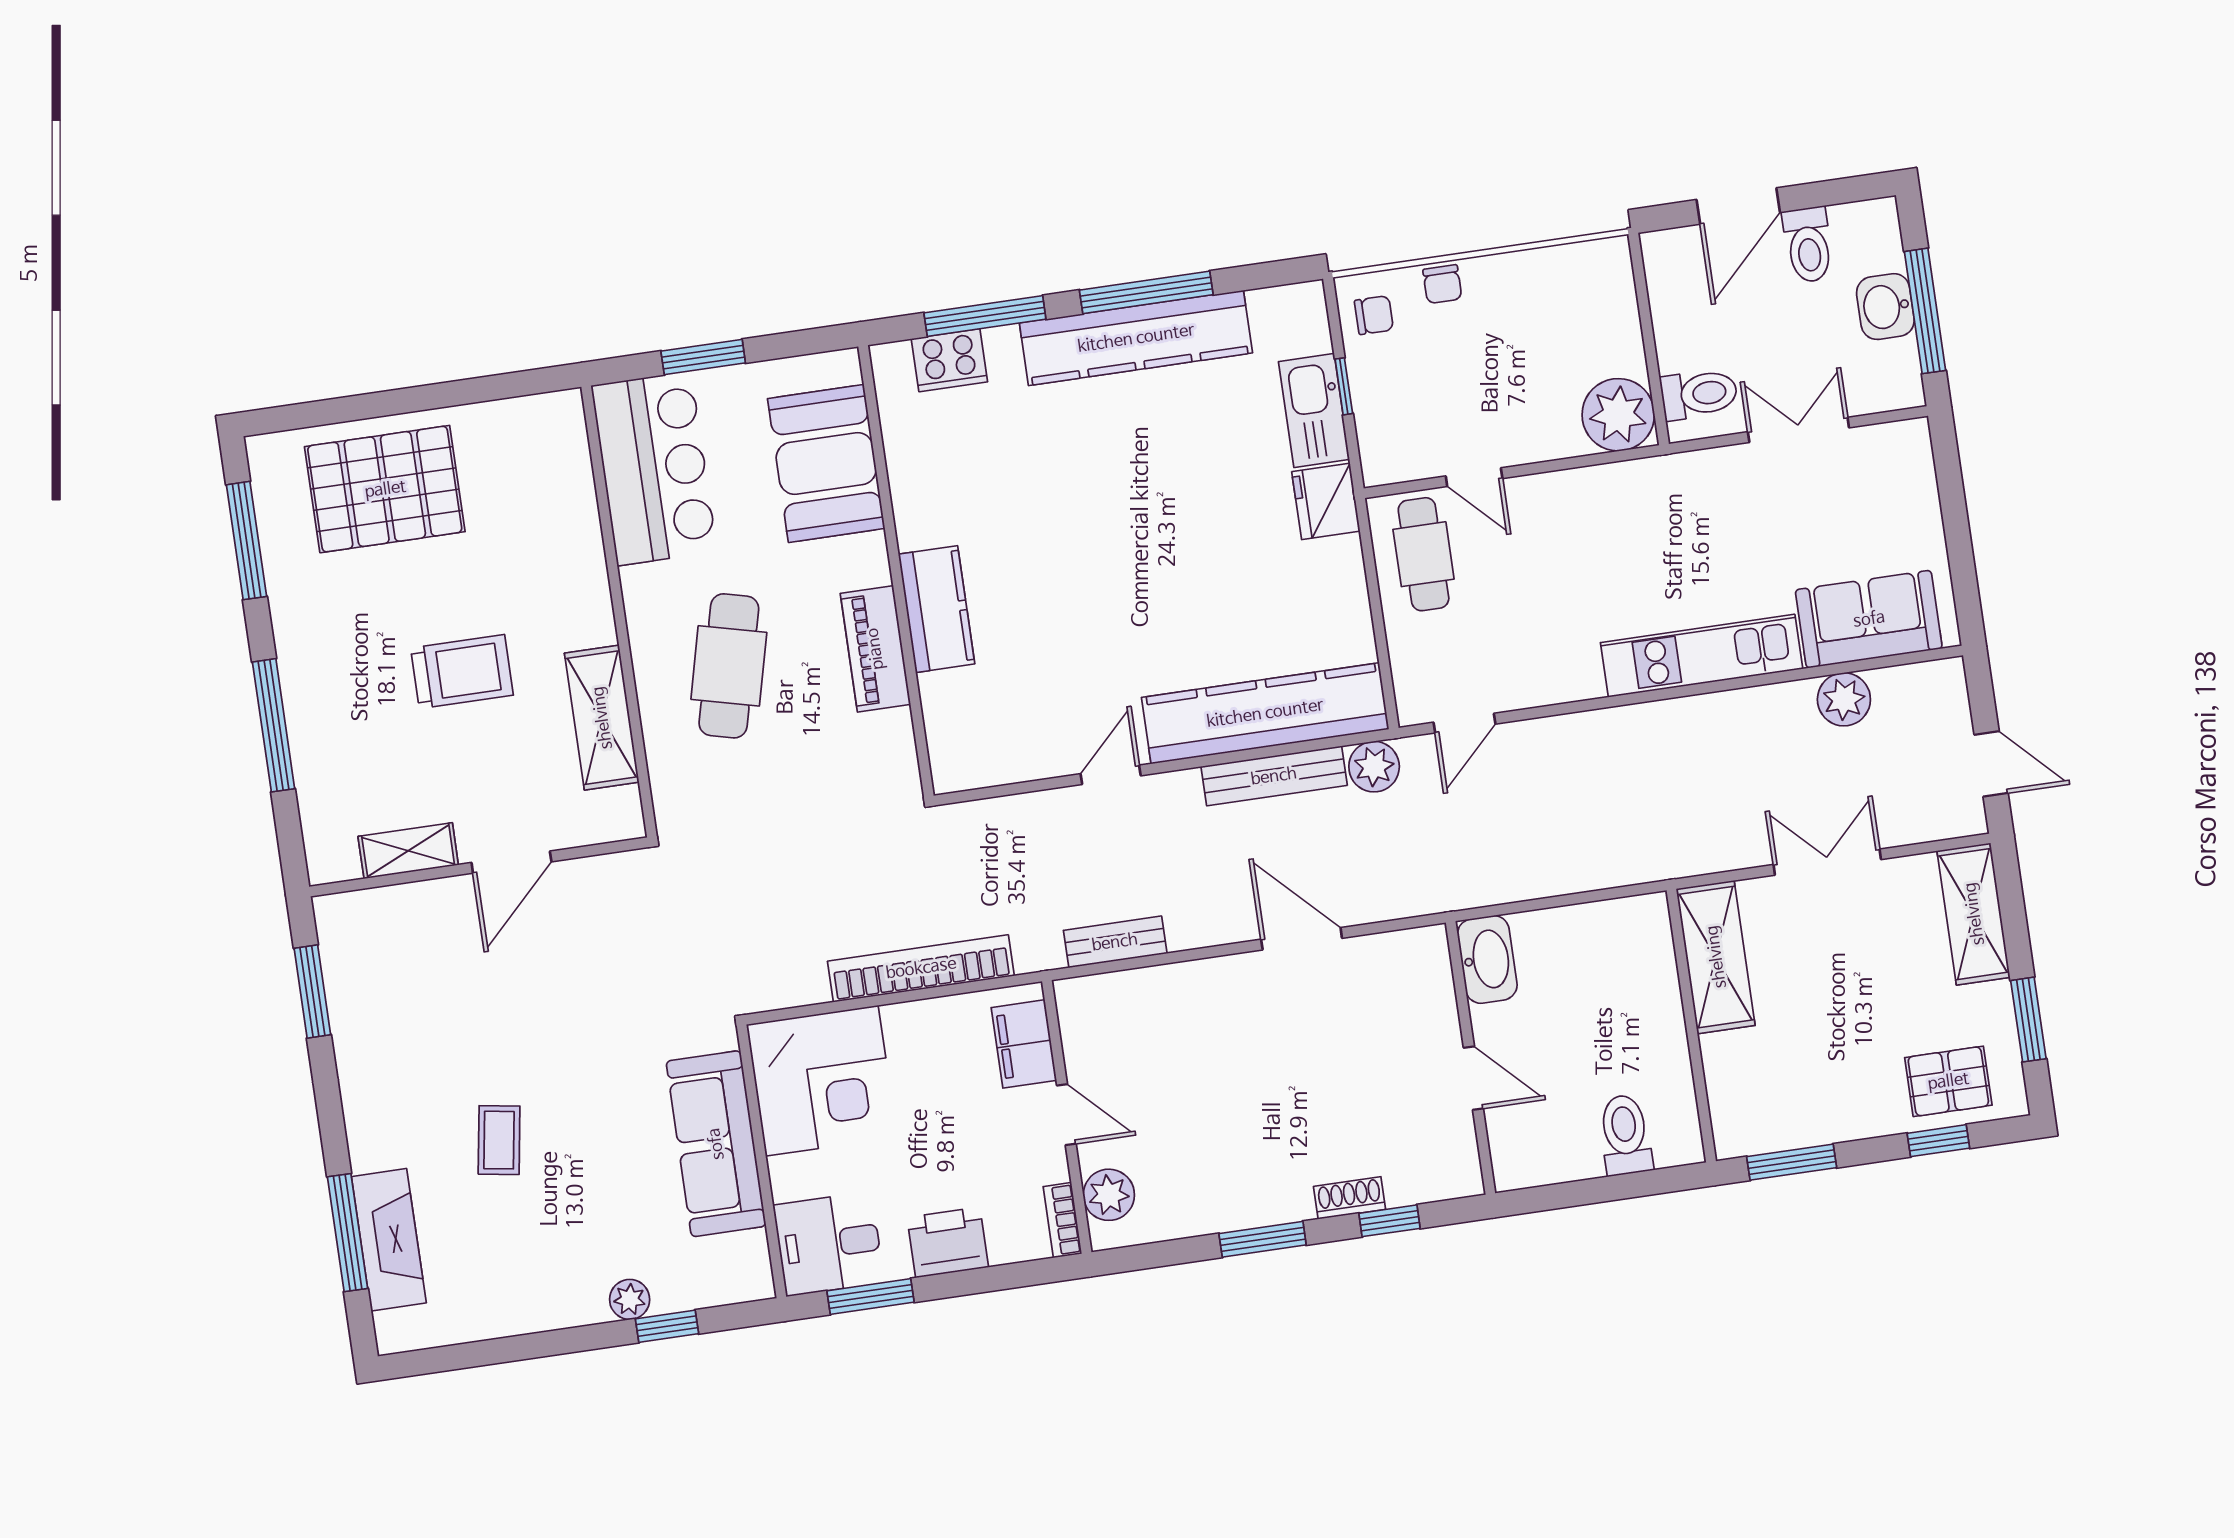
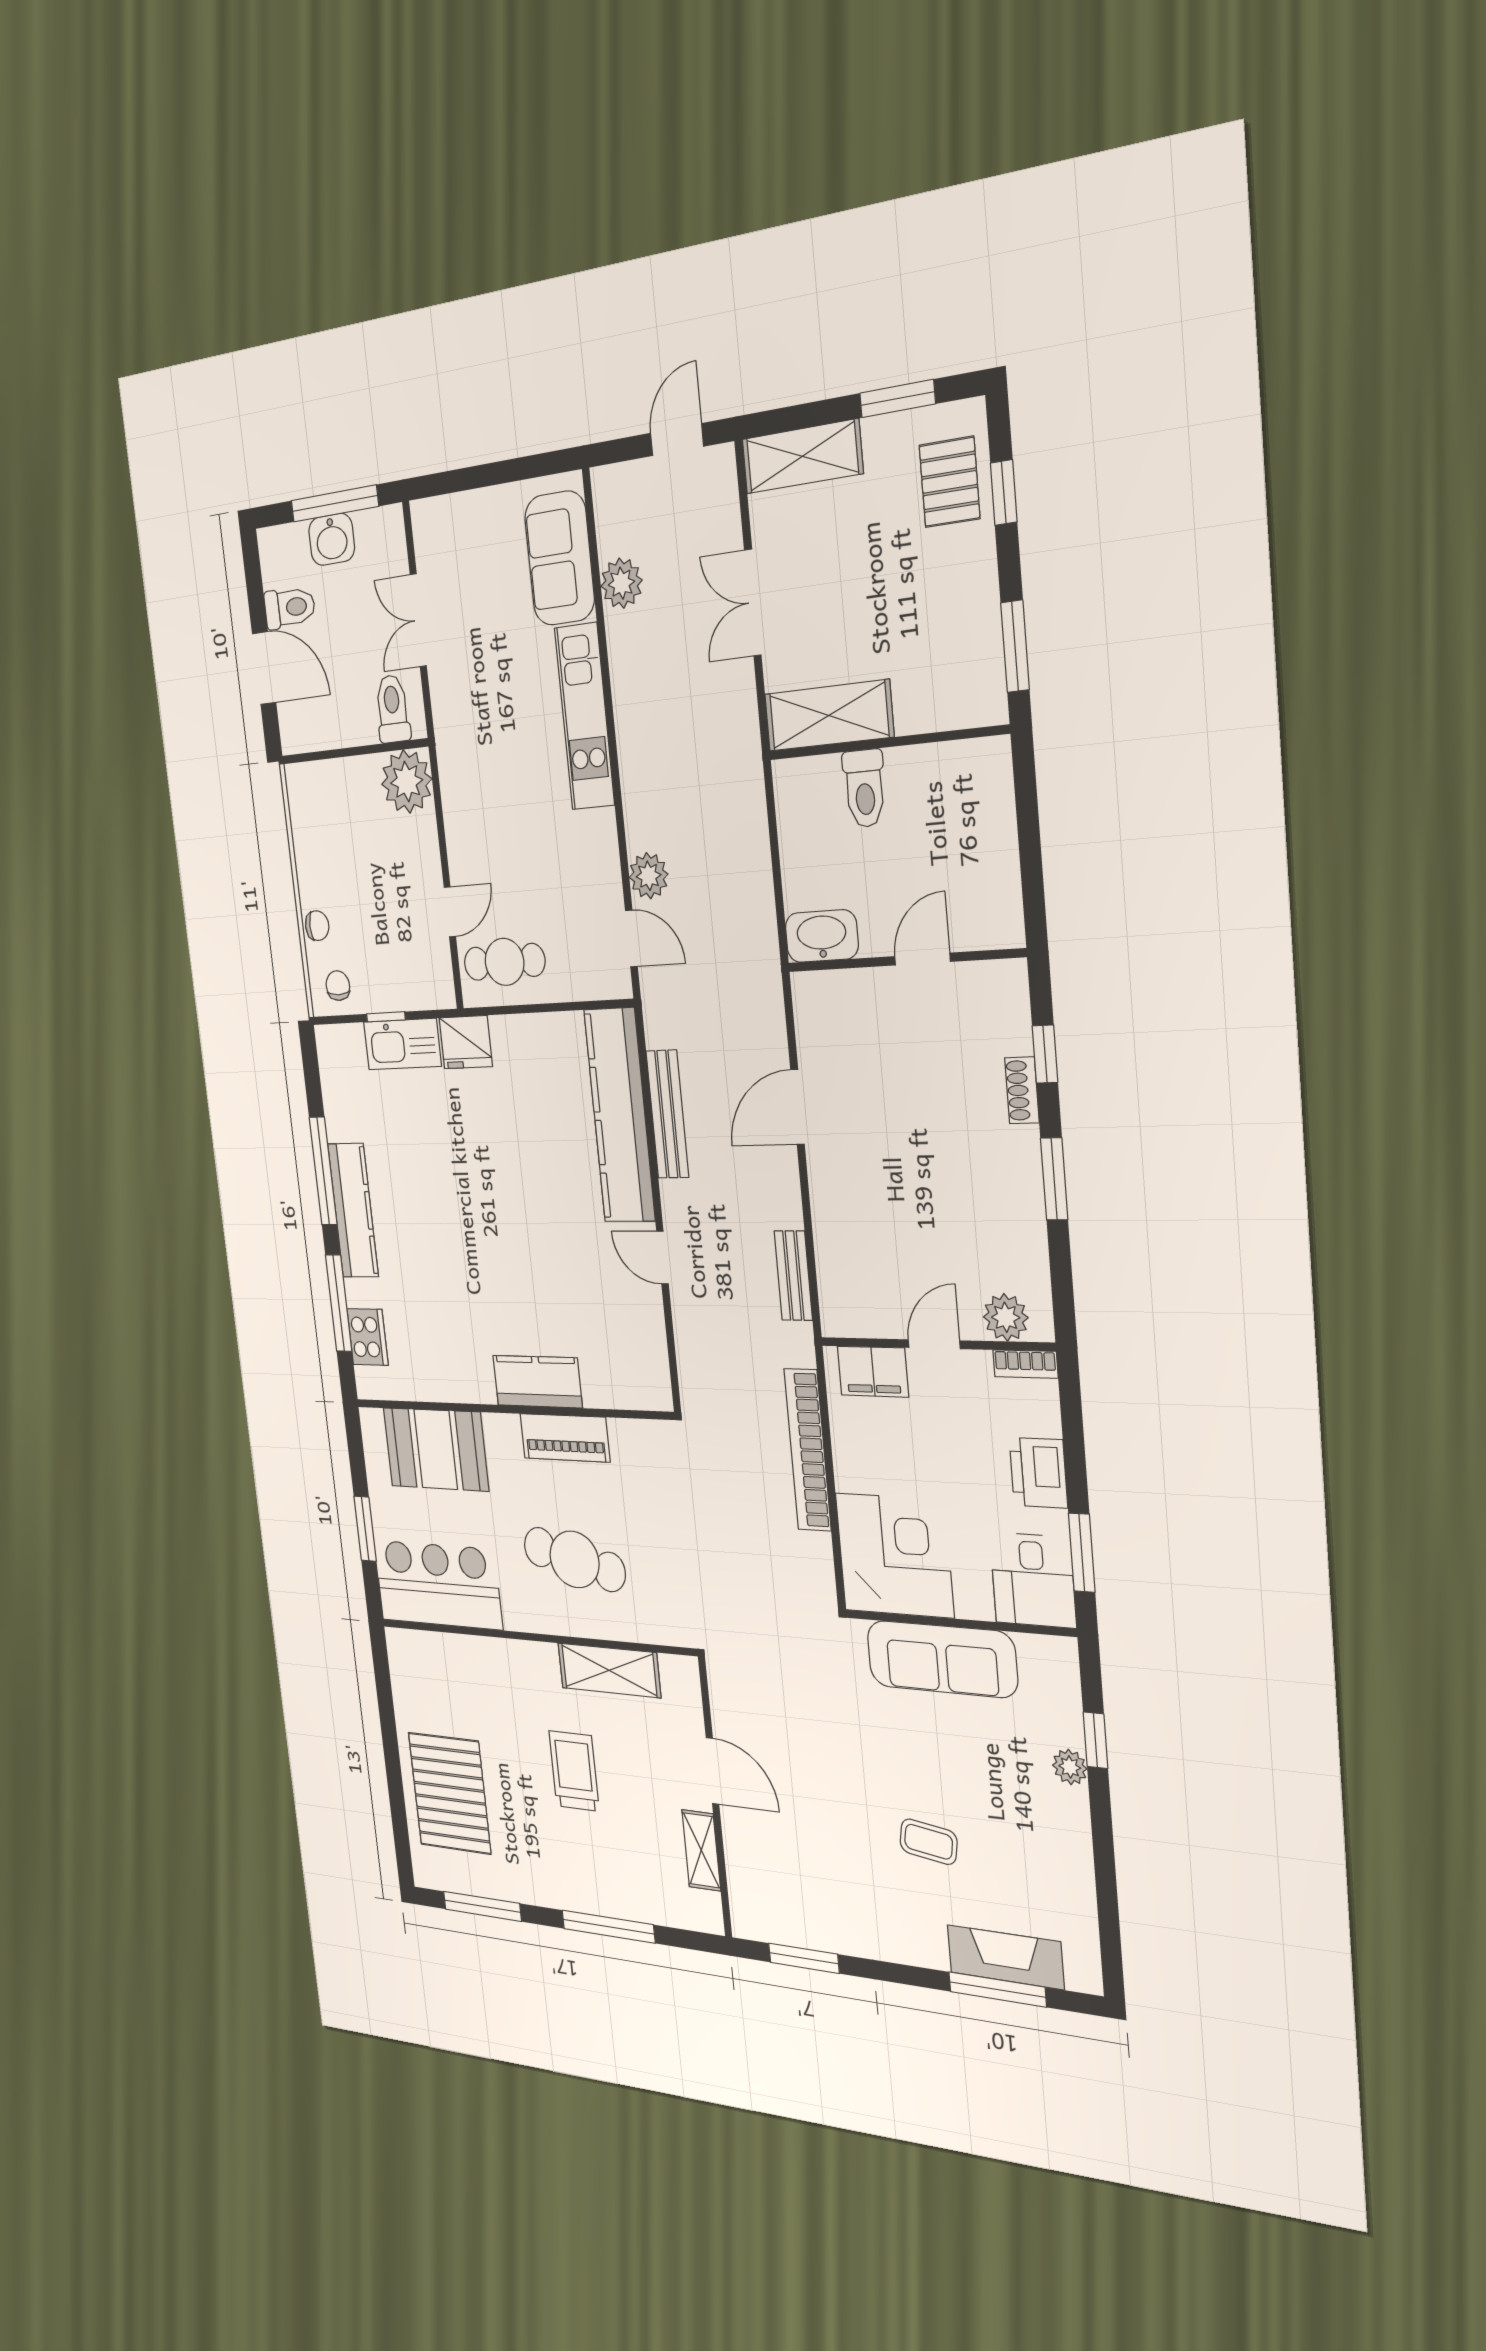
kitchen counter: (1136, 338) -> (353, 1210), width x0.72, depth x0.86
plant: (1374, 767) -> (649, 876), moved
toilet: (1625, 1135) -> (865, 788), moved, turned -90

